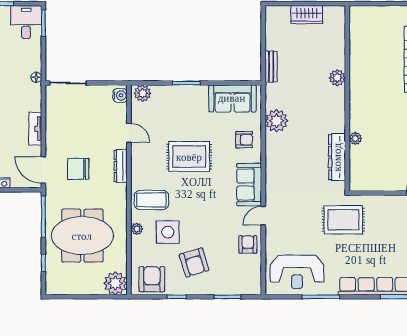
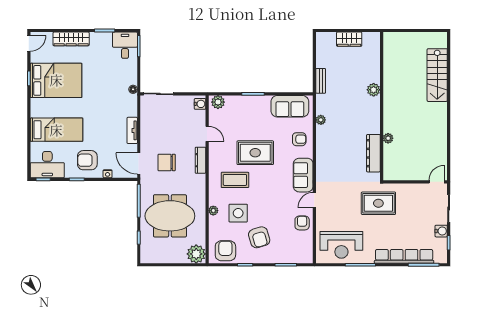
plant: (277, 121) -> (321, 120), width x0.53, depth x0.53
coffee table: (151, 200) -> (235, 180), moved

